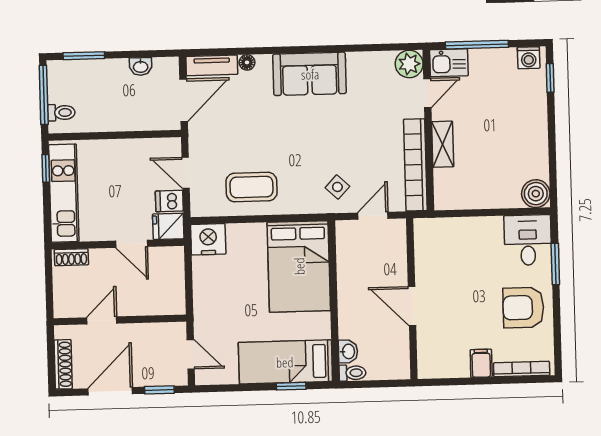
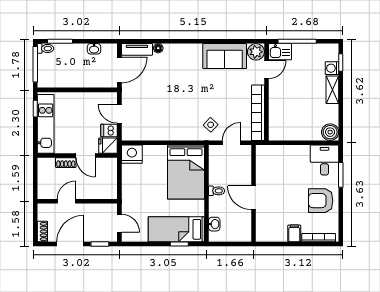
washing machine: (529, 58) -> (332, 68), moved, turned 90
sofa: (310, 74) -> (225, 56), moved
toilet: (61, 113) -> (45, 48), moved
shelving: (443, 144) -> (332, 90), moved
coffee table: (252, 187) -> (159, 123), removed
shoe rack: (71, 257) -> (66, 163), moved
shoe rack: (63, 364) -> (42, 232), width x0.70
toilet: (352, 373) -> (217, 191), moved

